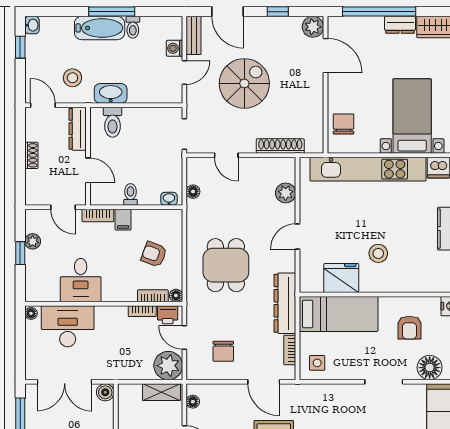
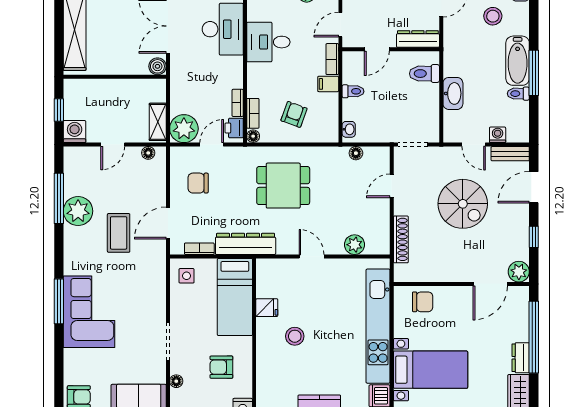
stool: (72, 78) -> (493, 16), moved
washbasin: (111, 93) -> (453, 93), moved
fridge: (341, 278) -> (267, 308), width x0.53, depth x0.75
floor lamp: (430, 368) -> (176, 381), width x0.53, depth x0.53

